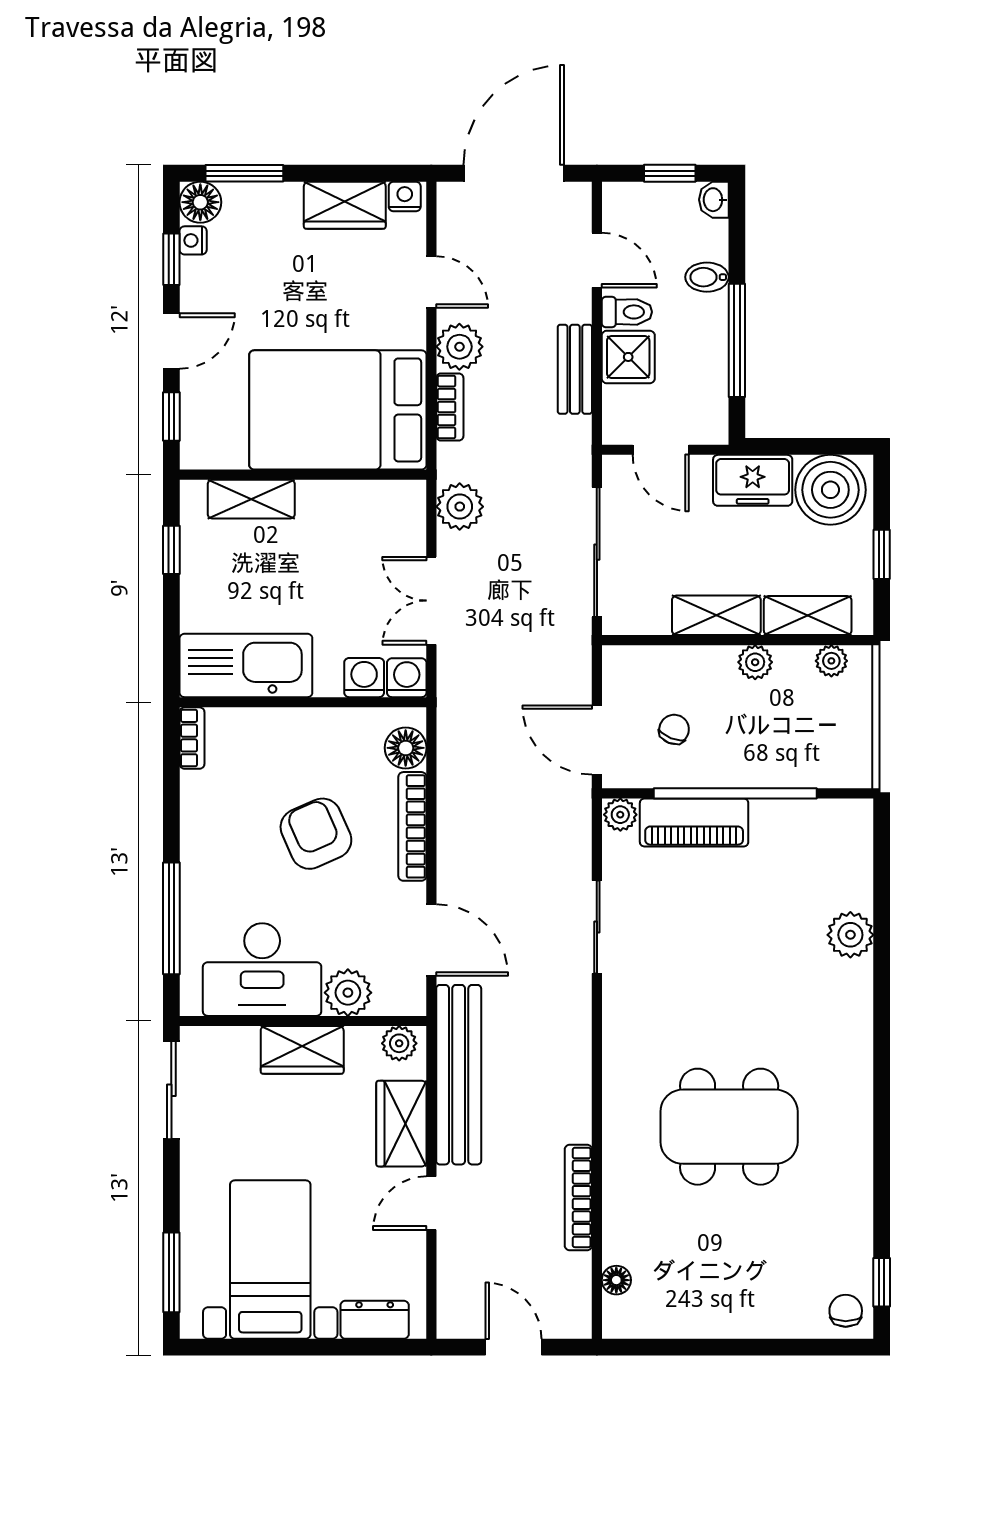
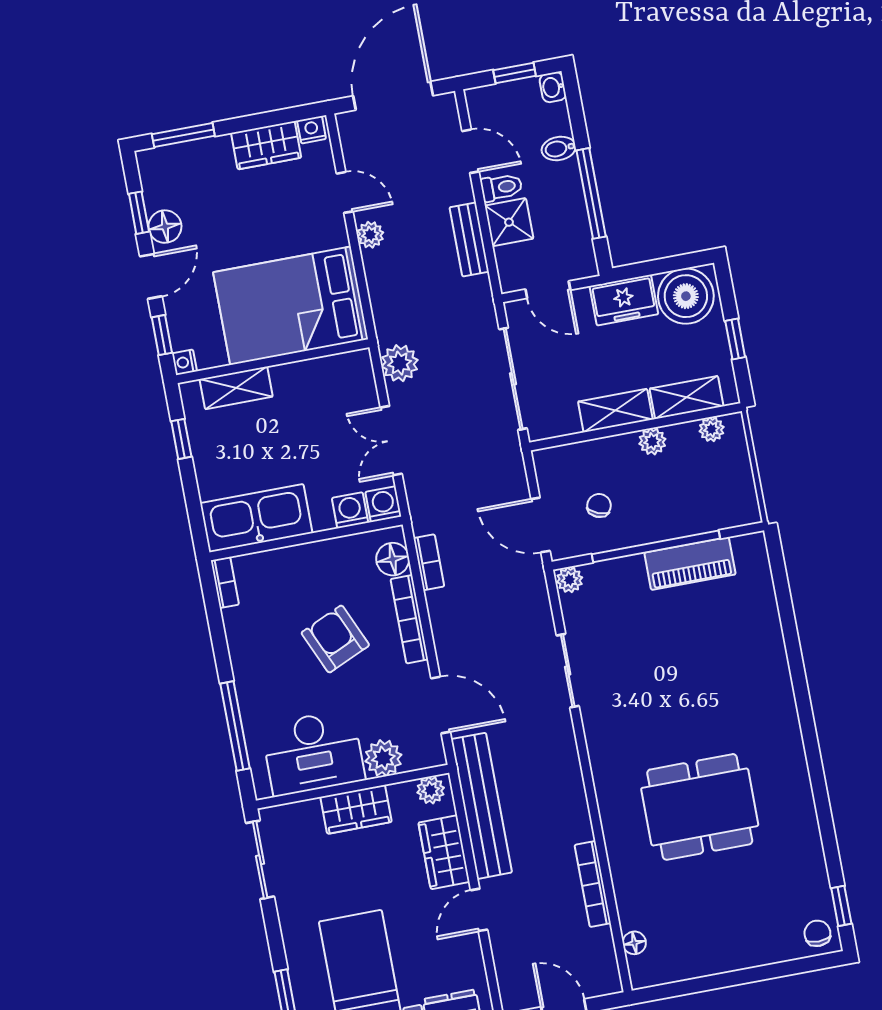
floor lamp: (200, 202) -> (165, 227), moved
nightstand: (193, 240) -> (184, 362), moved
plant: (459, 347) -> (370, 235), width x0.73, depth x0.73
bookcase: (450, 407) -> (429, 562), moved
piano: (694, 822) -> (690, 564), moved
plant: (850, 935) -> (766, 640), removed

